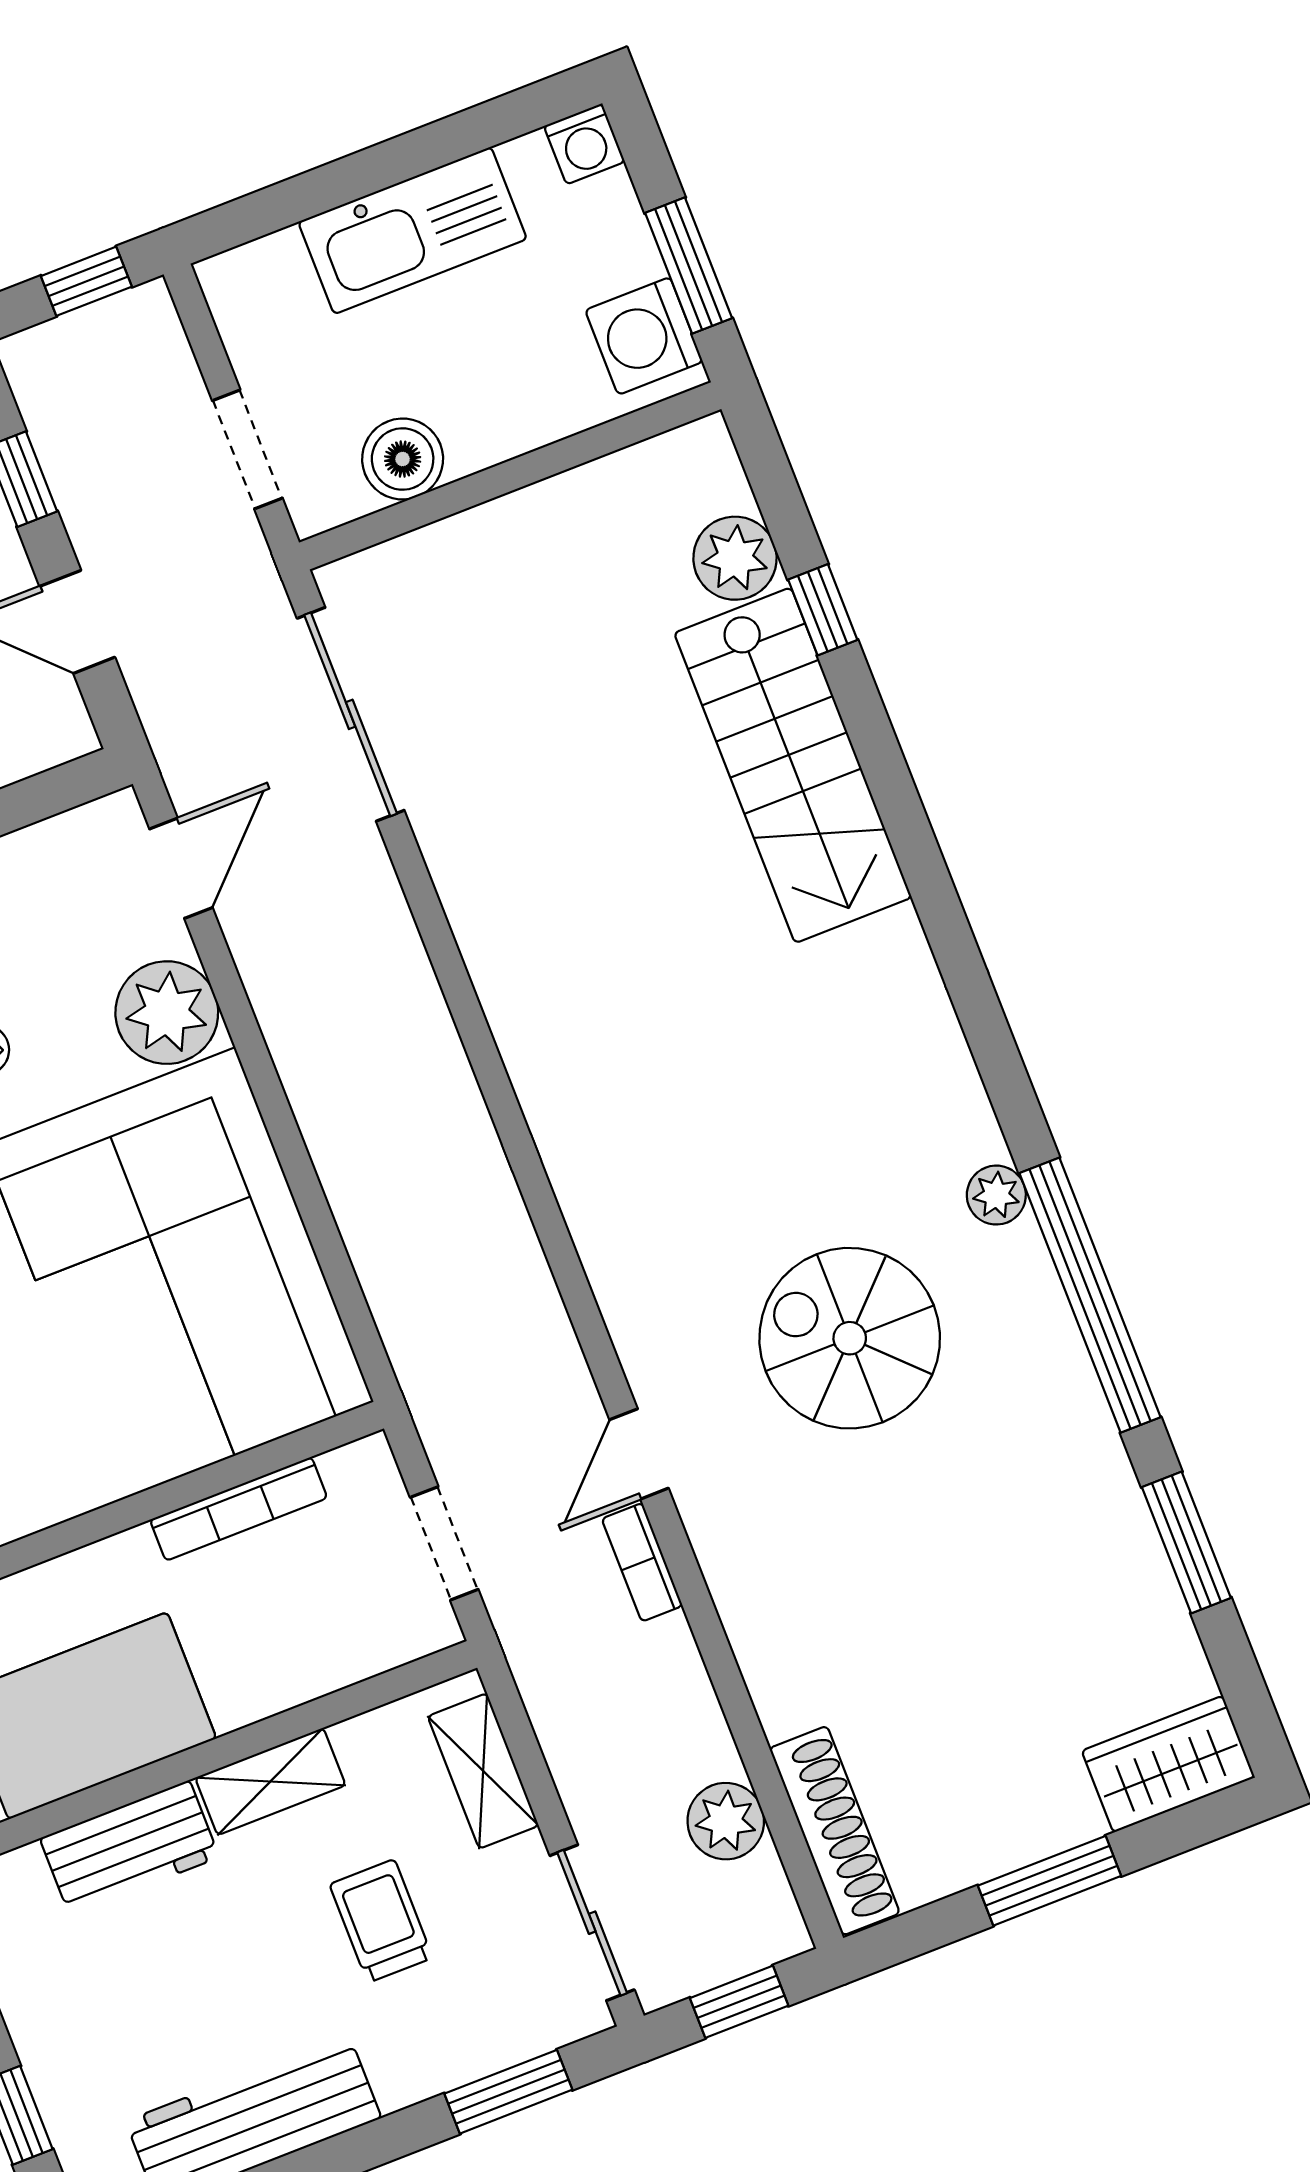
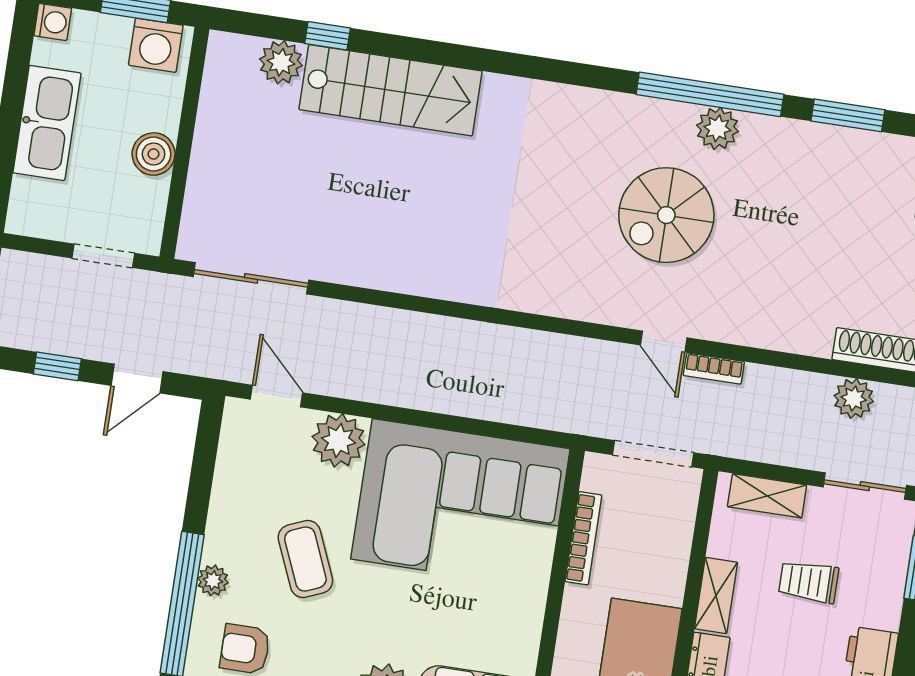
boiler: (403, 459) -> (154, 154), moved
plant: (996, 1195) -> (717, 128), moved, width x1.38, depth x1.38
doorway: (444, 1543) -> (653, 454), width x1.38

